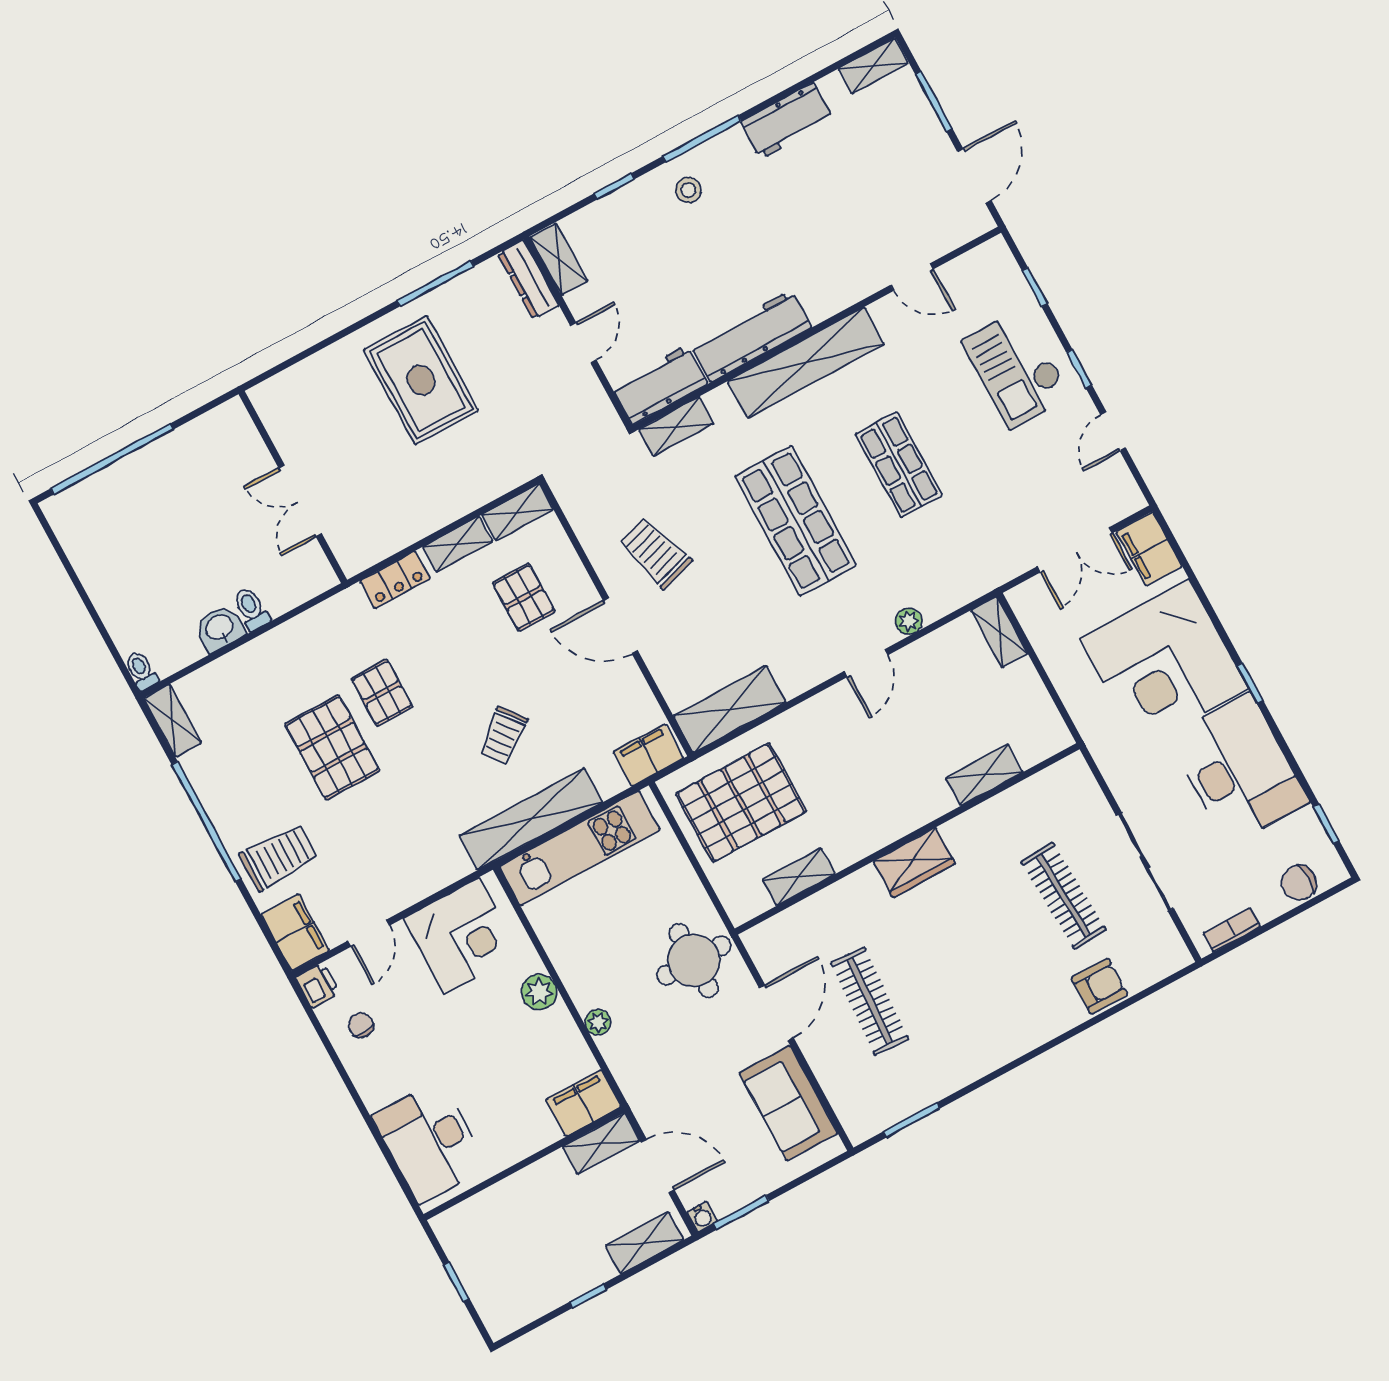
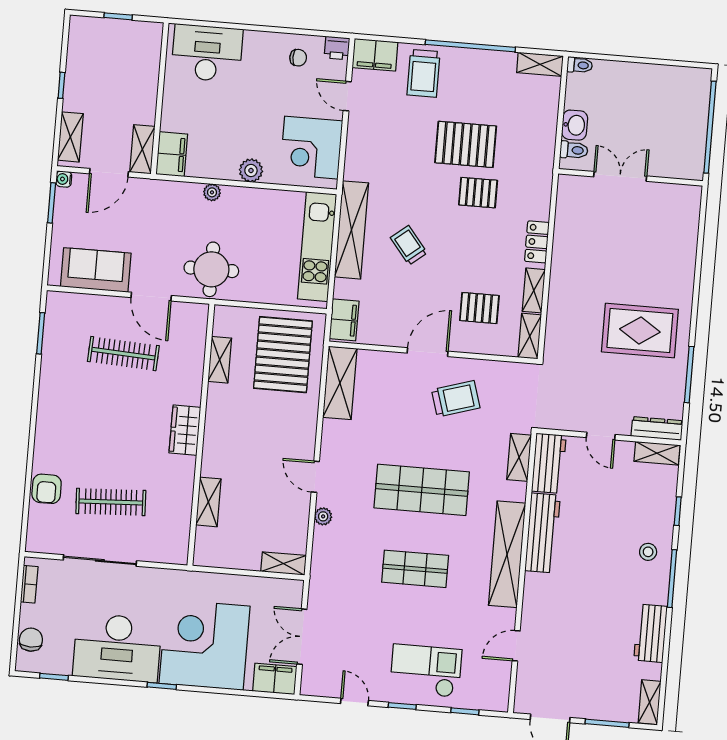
wall: (293, 487) -> (631, 177), moved
double door: (300, 501) -> (620, 176), moved

